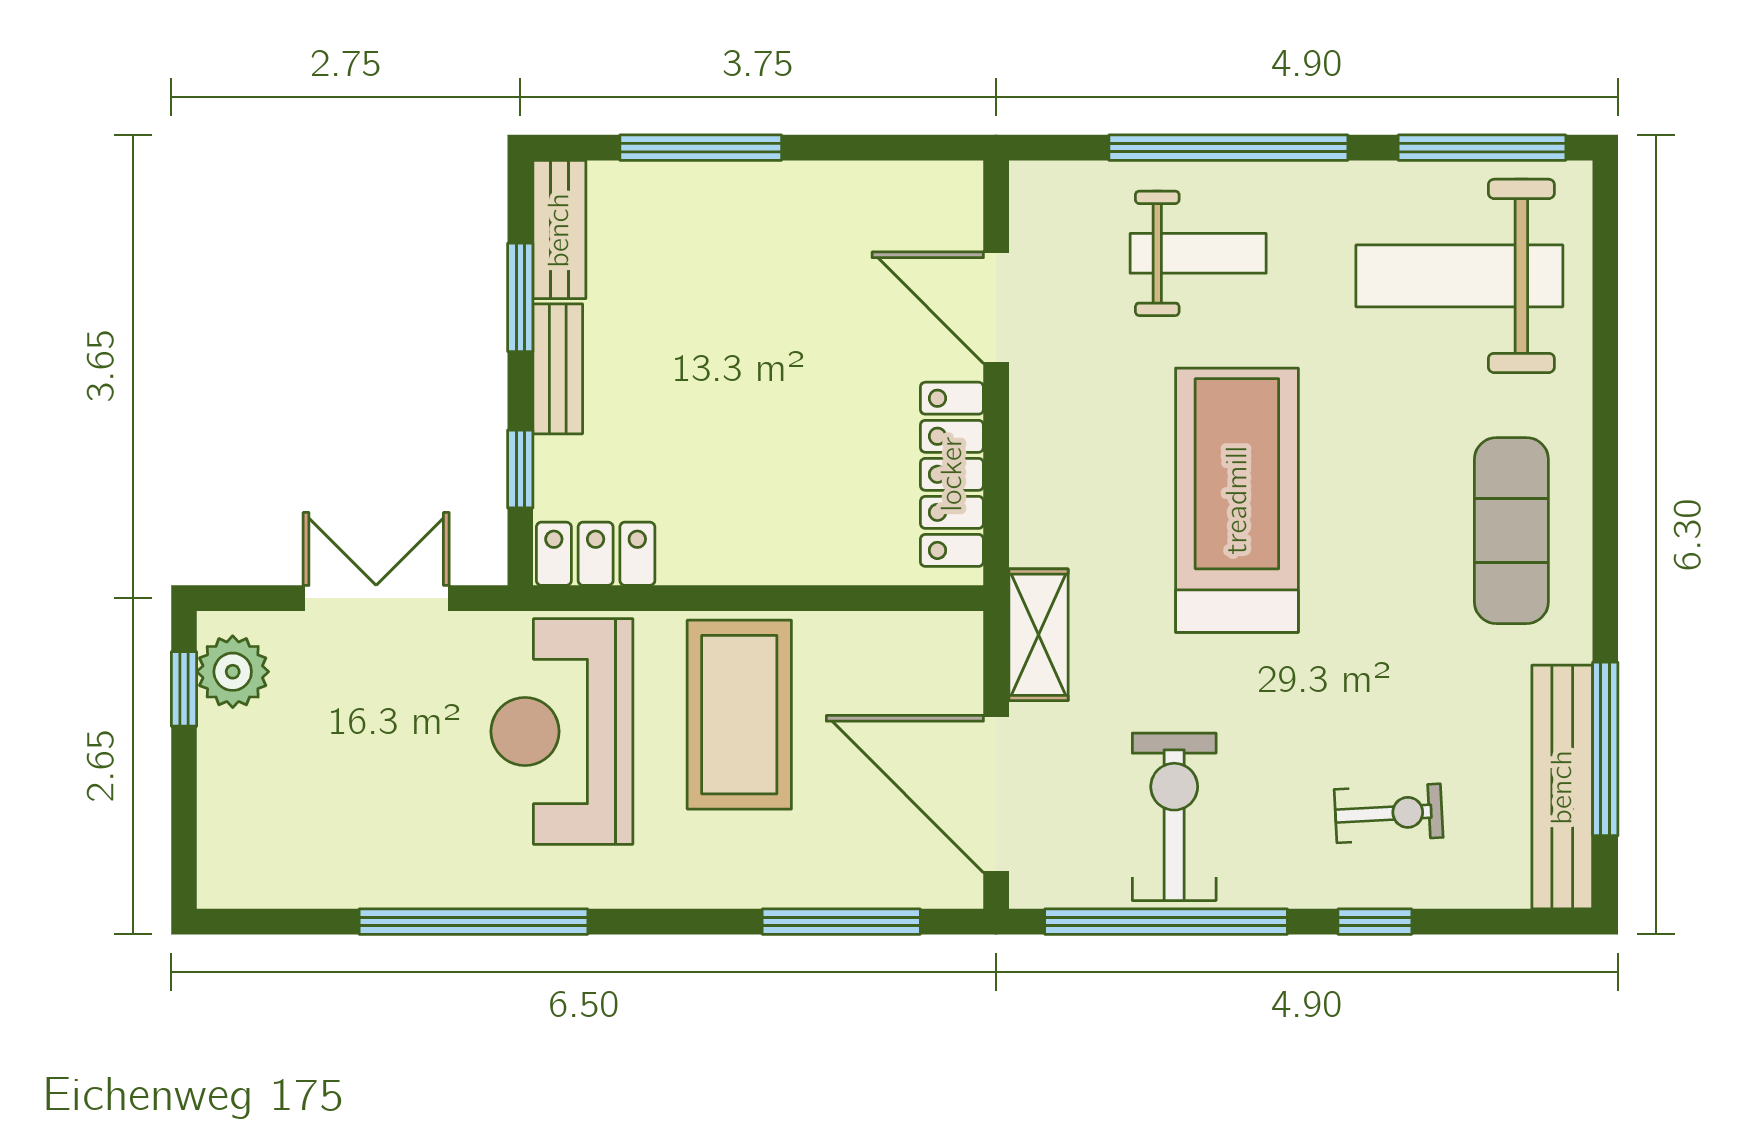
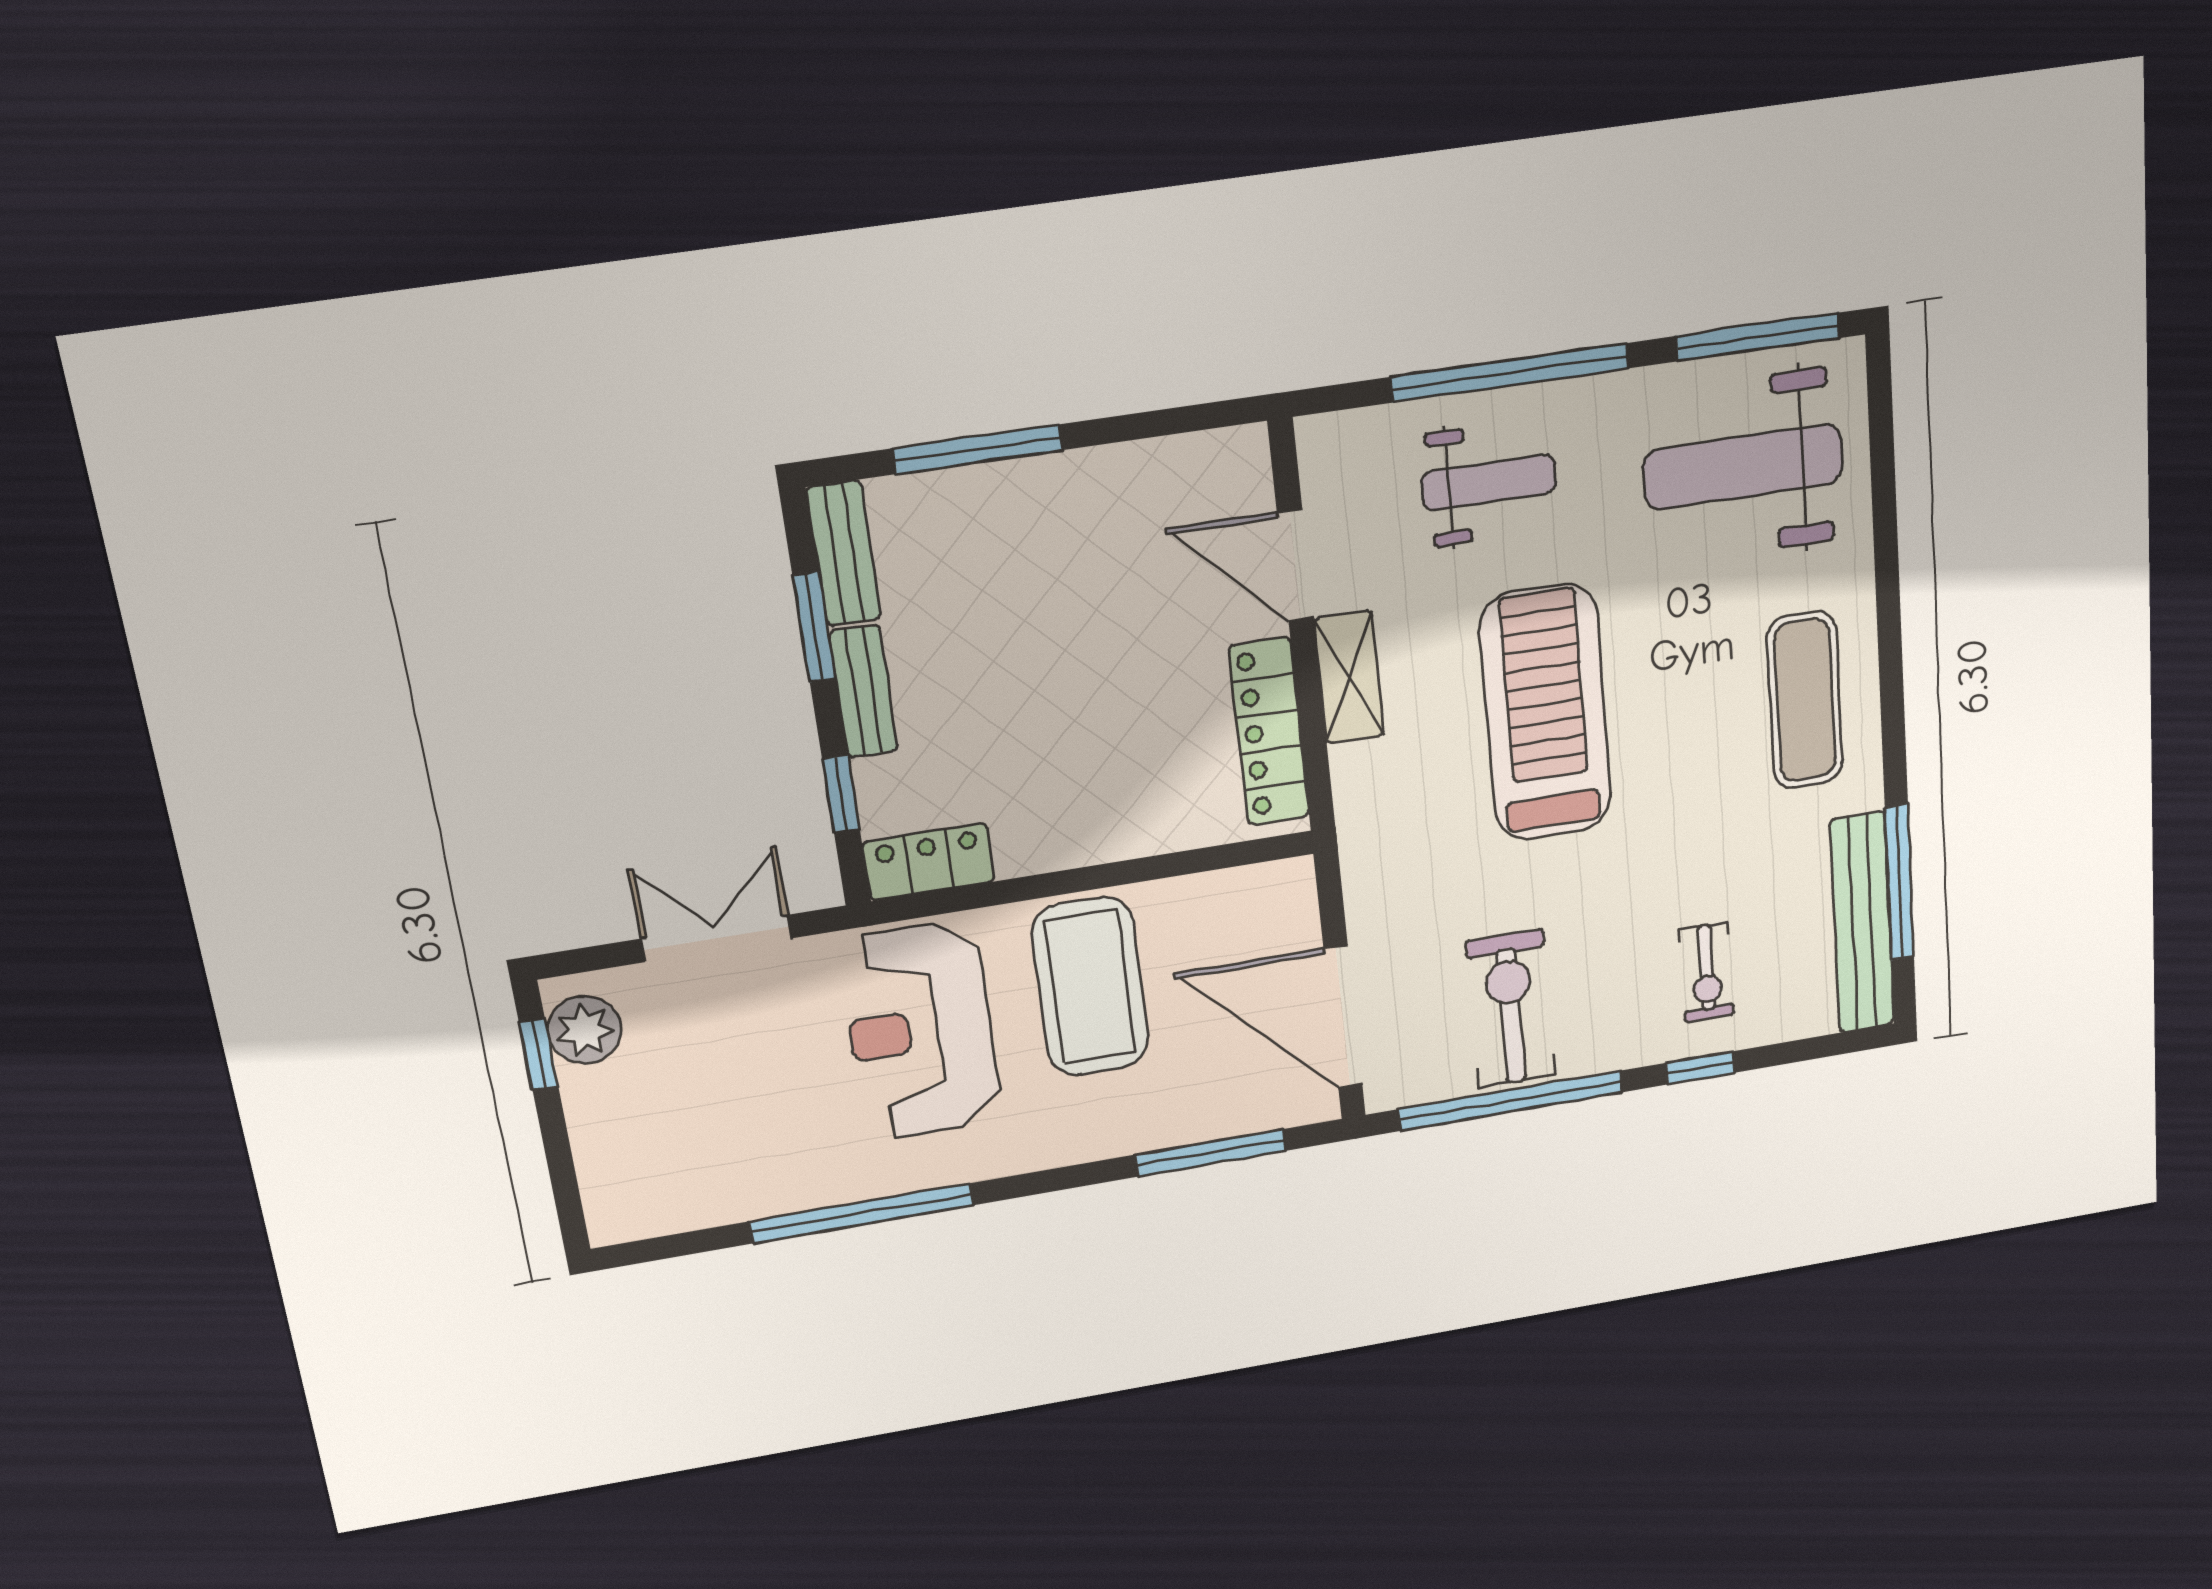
shelving: (1038, 635) -> (1349, 677), moved
exercise bike: (1389, 813) -> (1707, 972), turned 93

